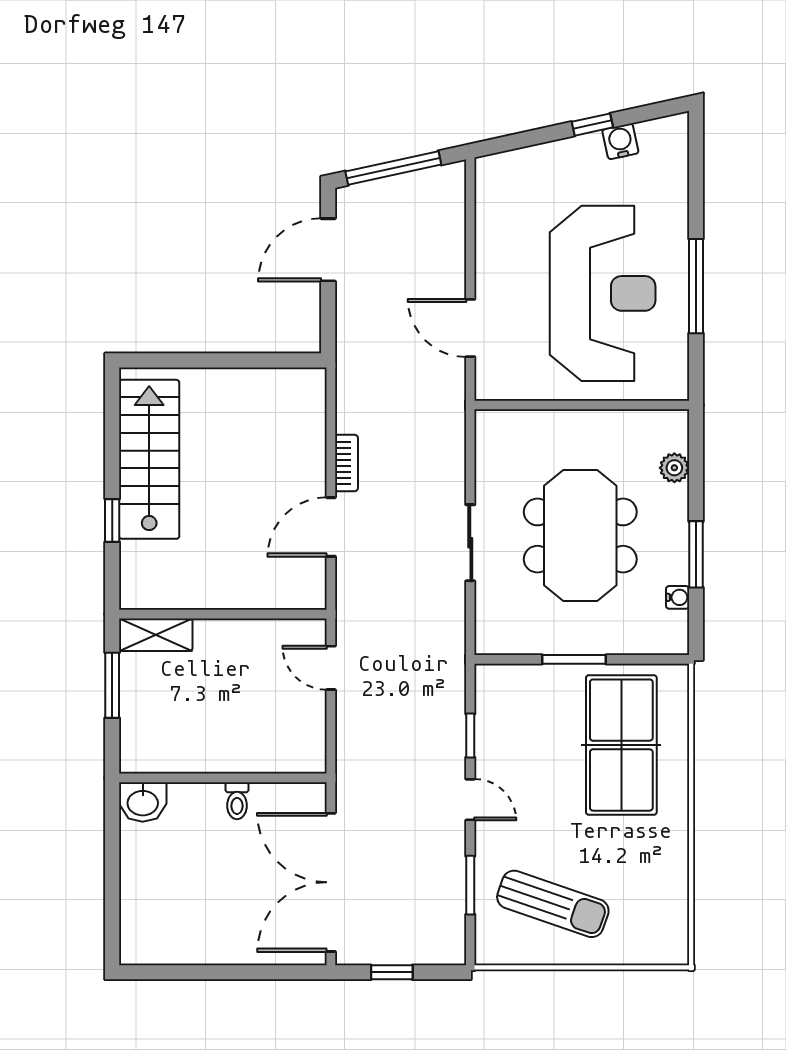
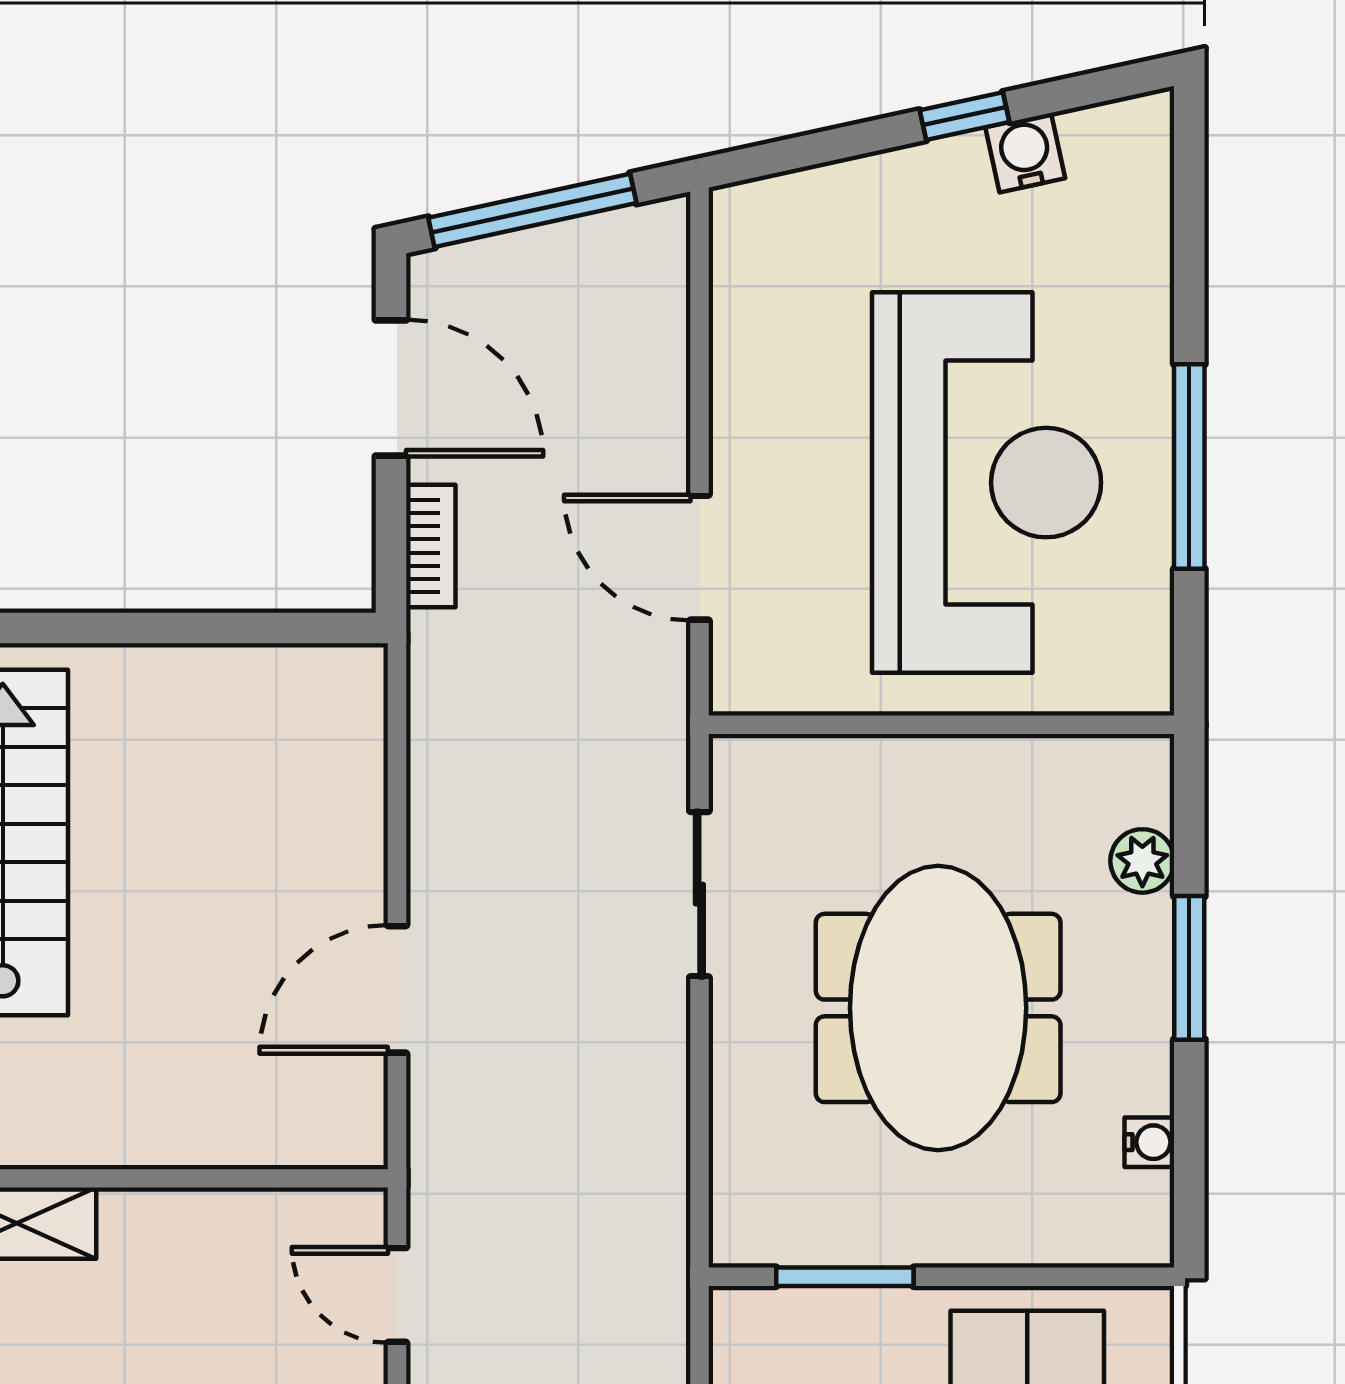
door: (328, 250) -> (391, 388), swing flipped
bookcase: (346, 463) -> (431, 546), moved
sliding door: (470, 543) -> (699, 894), moved
window: (696, 554) -> (1189, 968), moved
window: (574, 659) -> (845, 1277), moved

